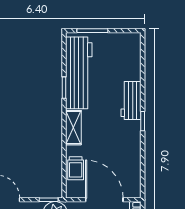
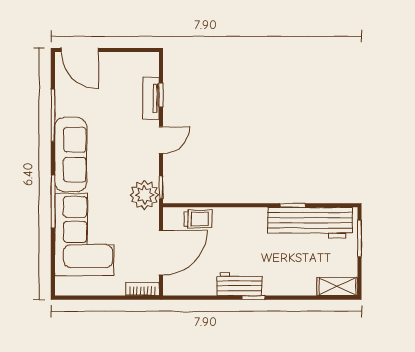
workbench: (131, 100) -> (239, 284), moved
shelving: (73, 128) -> (337, 287), moved
trolley: (76, 168) -> (198, 219), turned 180

